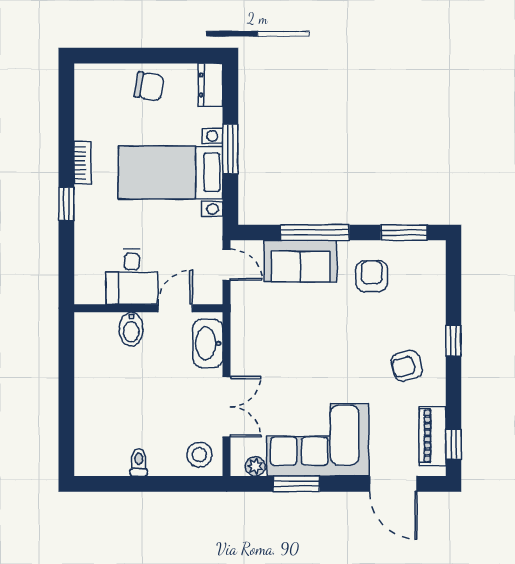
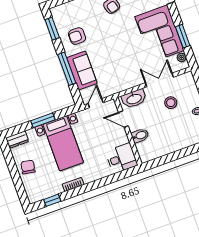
window: (66, 204) -> (52, 200), moved
desk: (132, 277) -> (122, 158), moved
stool: (199, 455) -> (171, 103), moved

